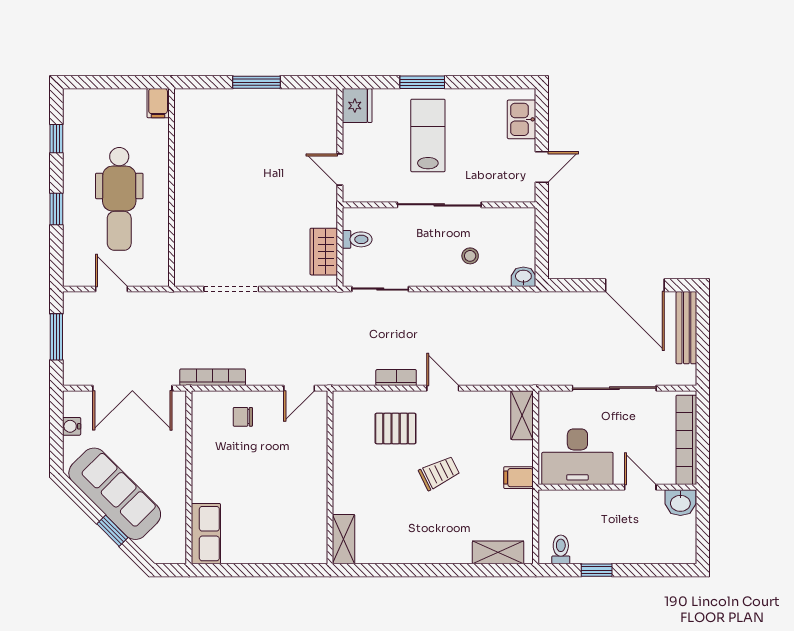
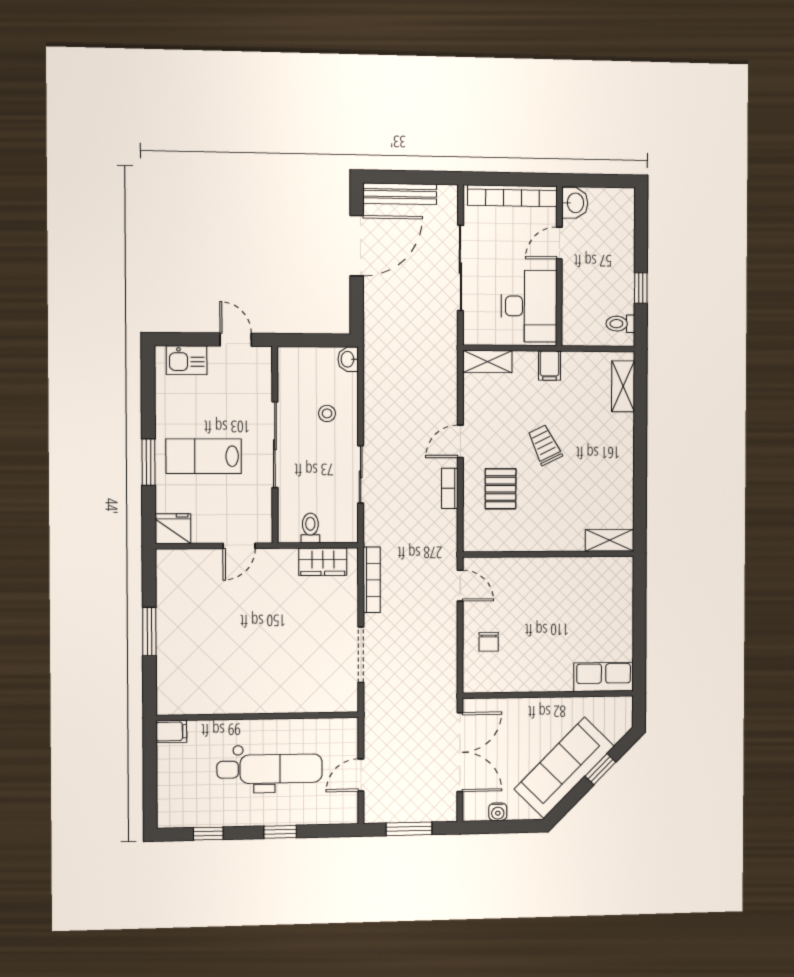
sliding door: (380, 289) -> (361, 474), moved
bookcase: (213, 377) -> (372, 580), moved, turned 180

